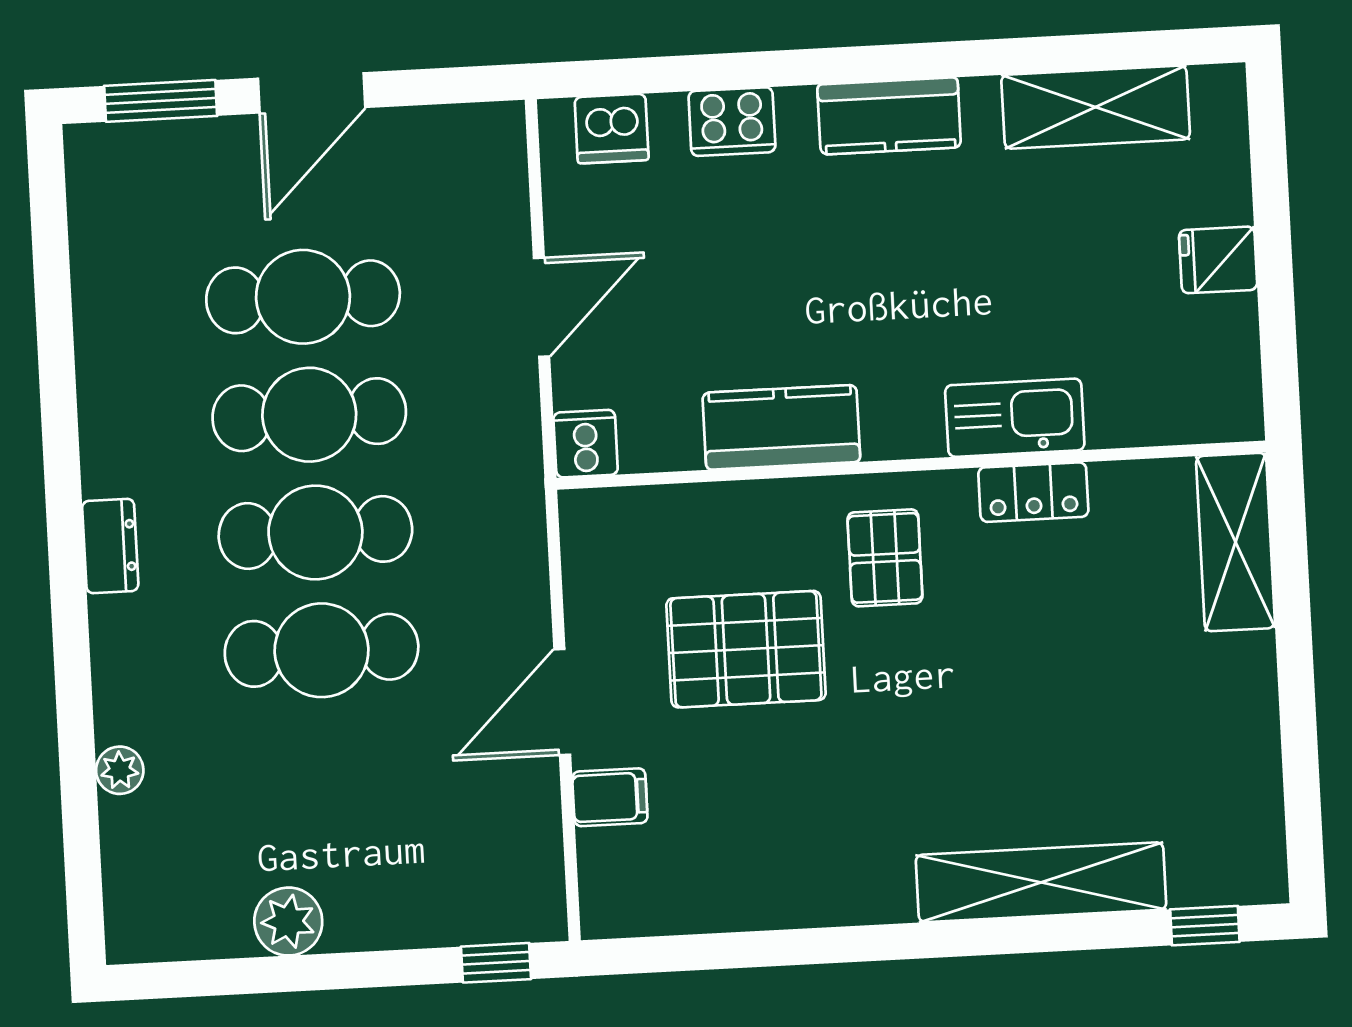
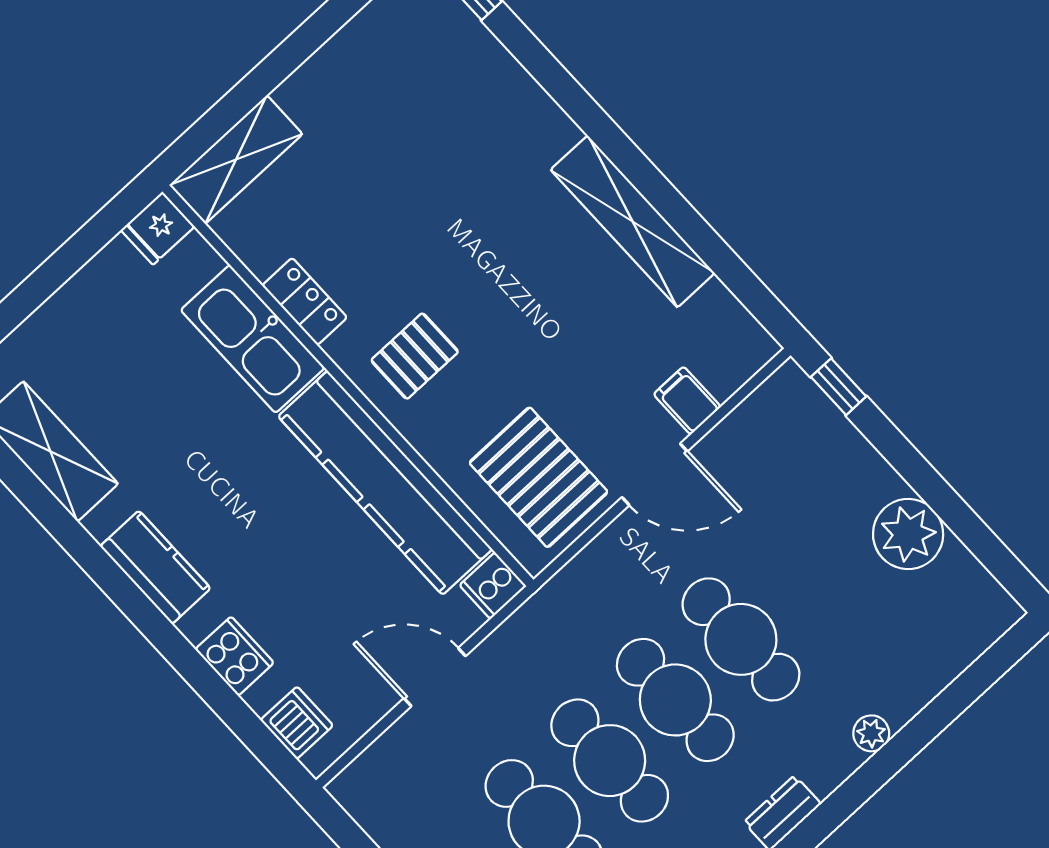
fridge: (1218, 260) -> (158, 228), moved, turned 90
kitchen sink: (1015, 418) -> (253, 339), width x1.36, depth x1.24
kitchen counter: (781, 427) -> (385, 483), width x2.08, depth x1.17
pallet: (746, 649) -> (539, 477), moved
plant: (120, 770) -> (871, 733), moved
shelving: (1041, 882) -> (633, 221), moved
plant: (288, 922) -> (908, 534), width x1.36, depth x1.36

